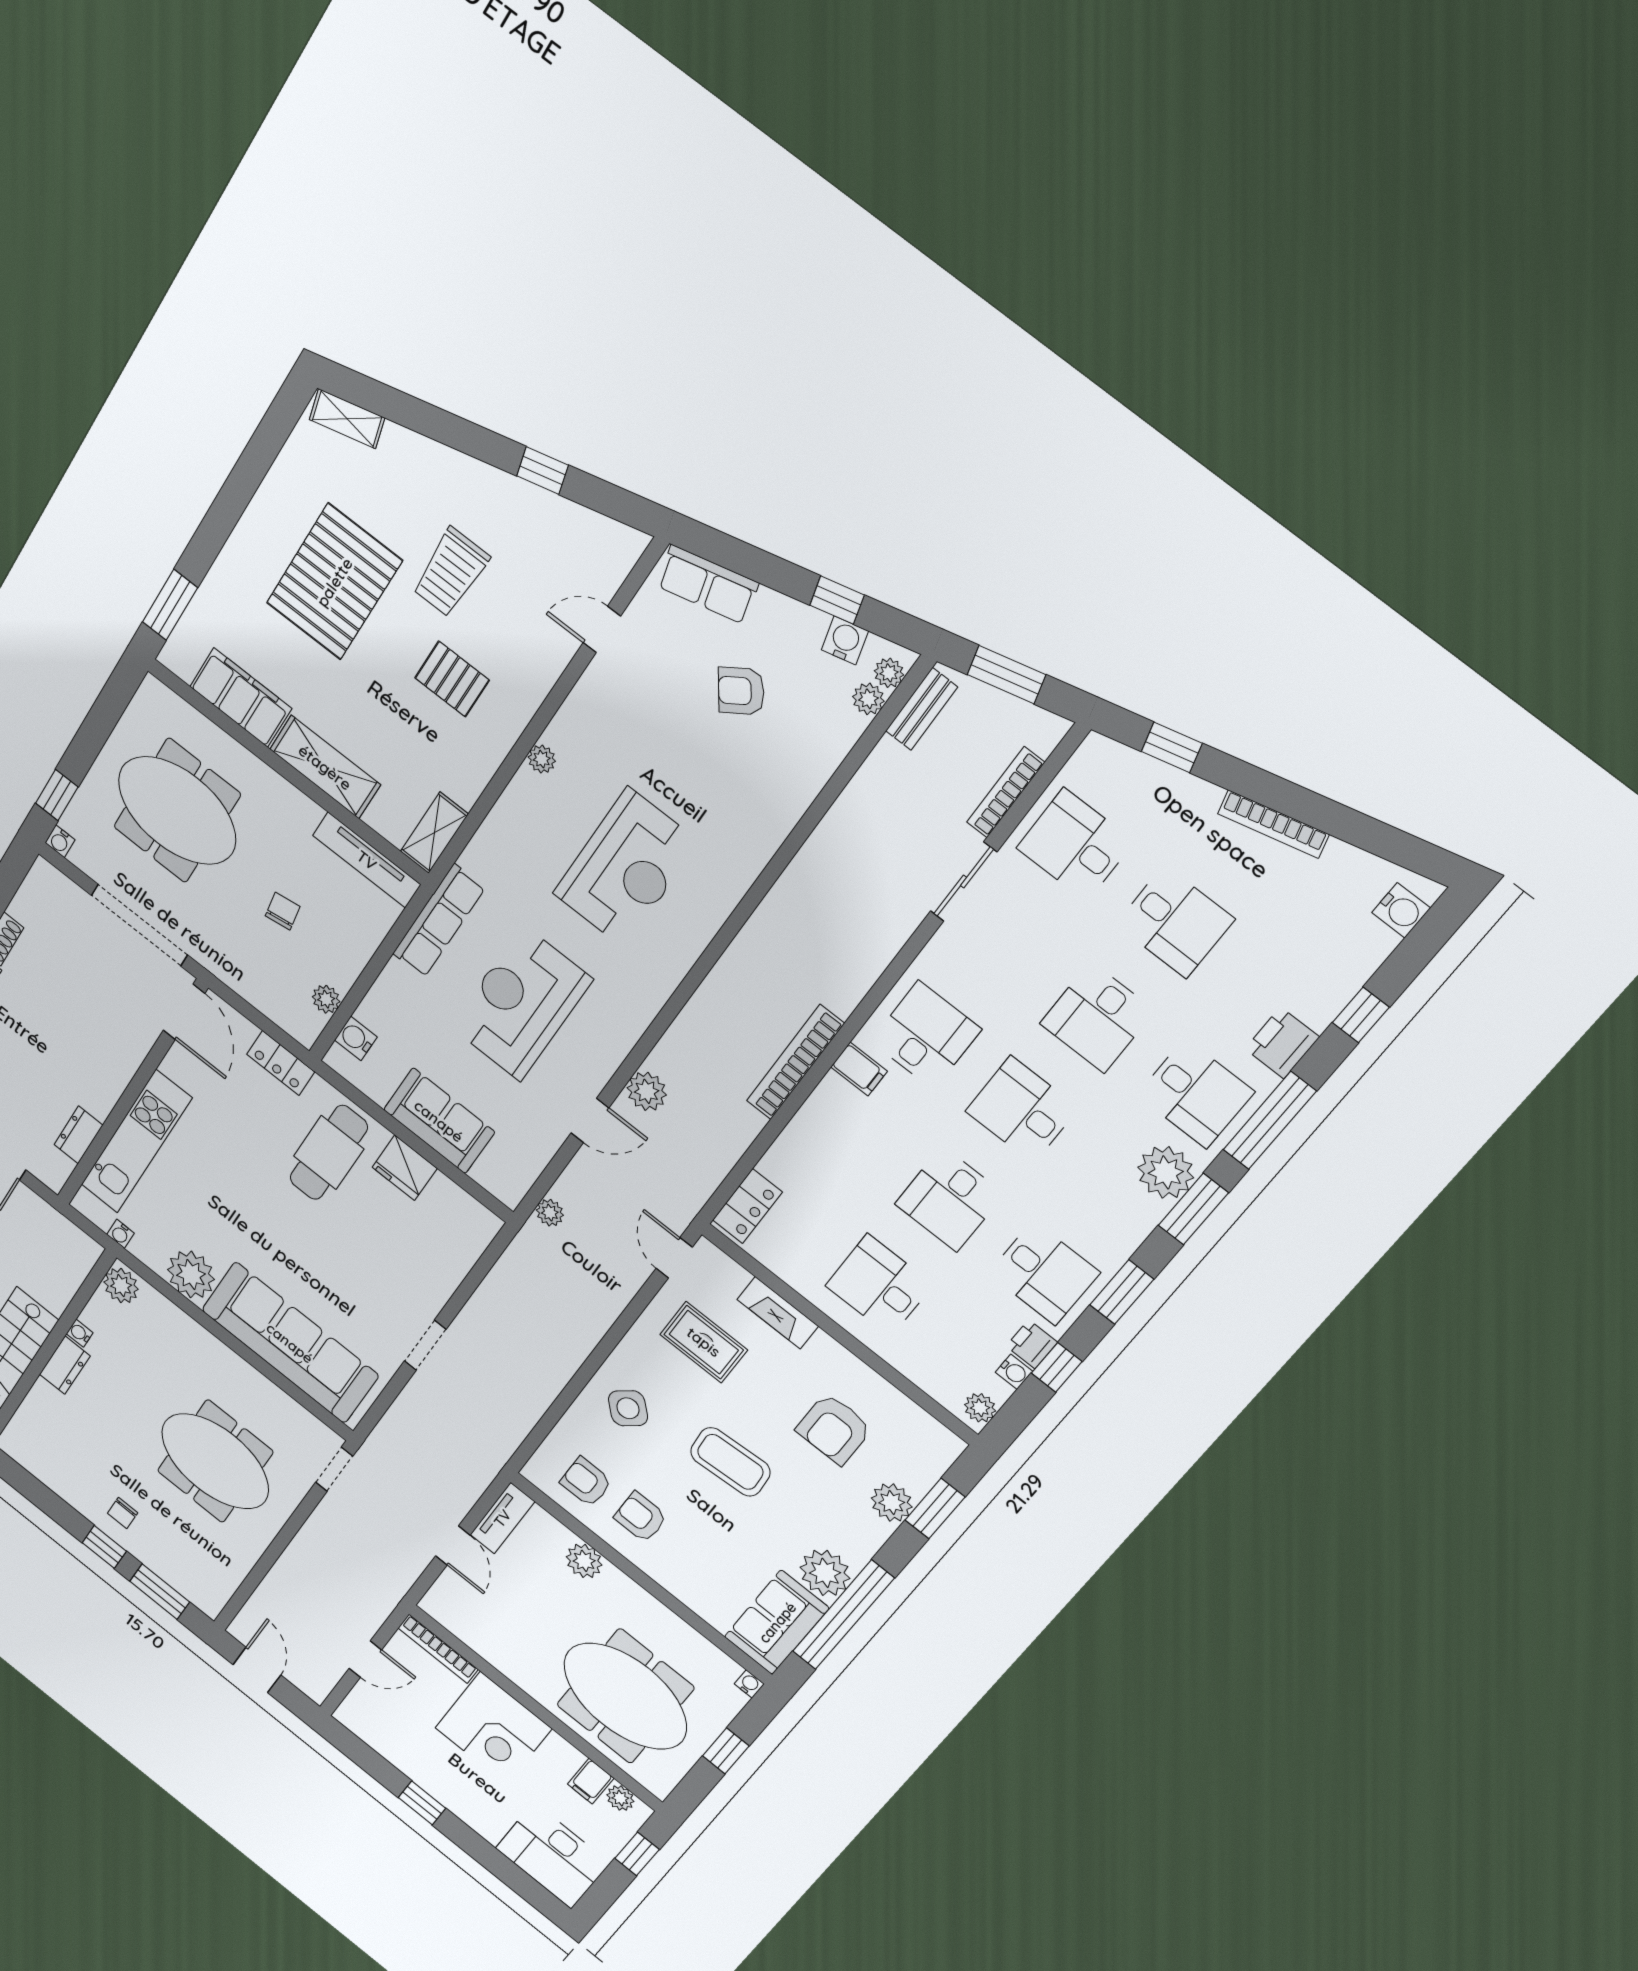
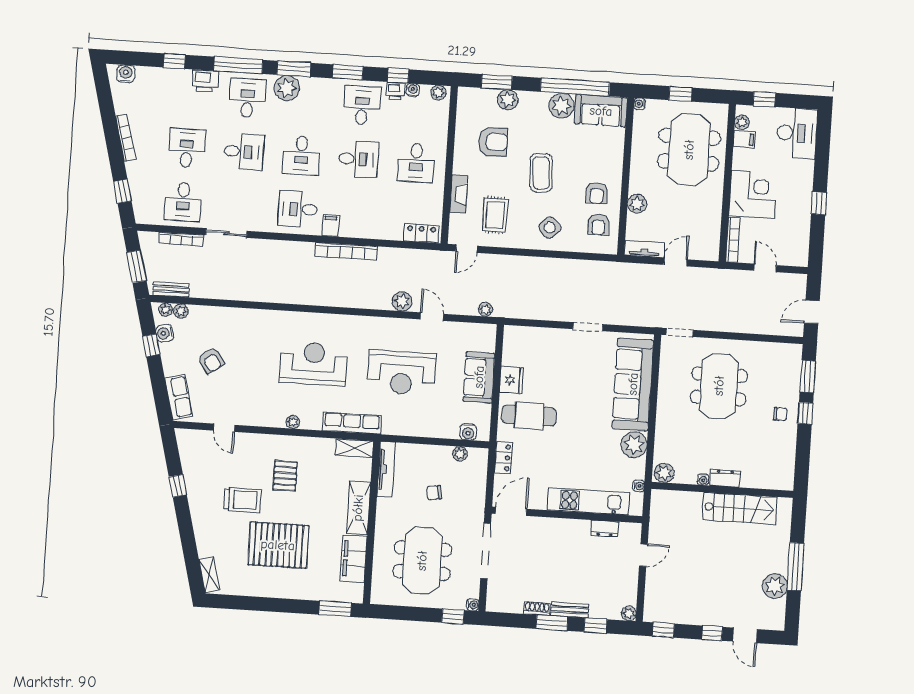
row of seats: (439, 921) -> (352, 423), moved

